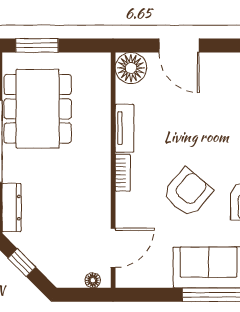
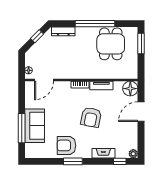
dining table: (38, 109) -> (111, 44), width x0.73
armchair: (188, 193) -> (91, 117), moved, turned 61
door: (113, 248) -> (44, 80), hinge flipped

